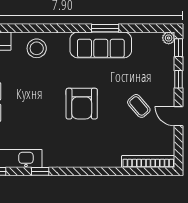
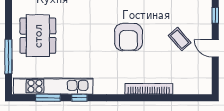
bookcase: (148, 161) -> (149, 89), moved
window: (40, 171) -> (79, 98), moved

